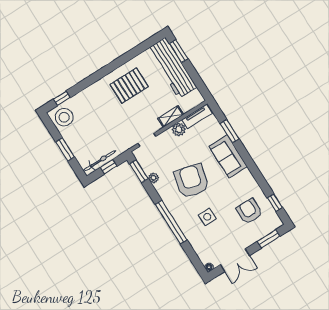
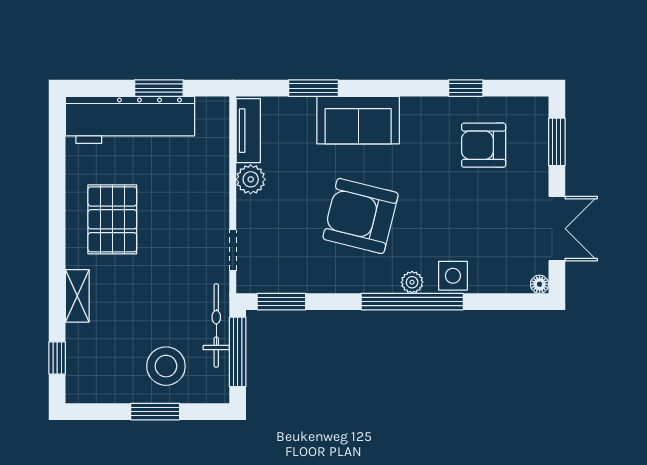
window: (179, 51) -> (159, 88), moved
shelving: (171, 116) -> (77, 296), moved
stool: (64, 117) -> (166, 366), moved
bicycle: (100, 161) -> (216, 326), moved
window: (109, 167) -> (238, 352), width x2.17
plant: (154, 178) -> (412, 282), moved
window: (275, 203) -> (466, 88), moved
side table: (207, 217) -> (453, 276), moved

